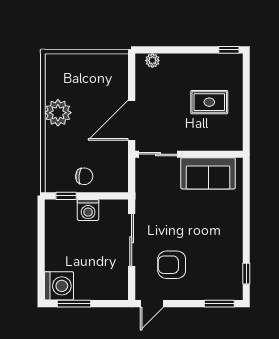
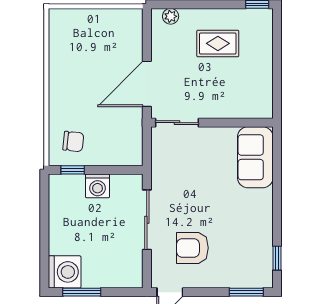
rug: (209, 102) -> (218, 43), moved
plant: (58, 113) -> (63, 76), removed
sofa: (208, 173) -> (255, 157), moved, turned 90
chair: (84, 176) -> (73, 141), moved

